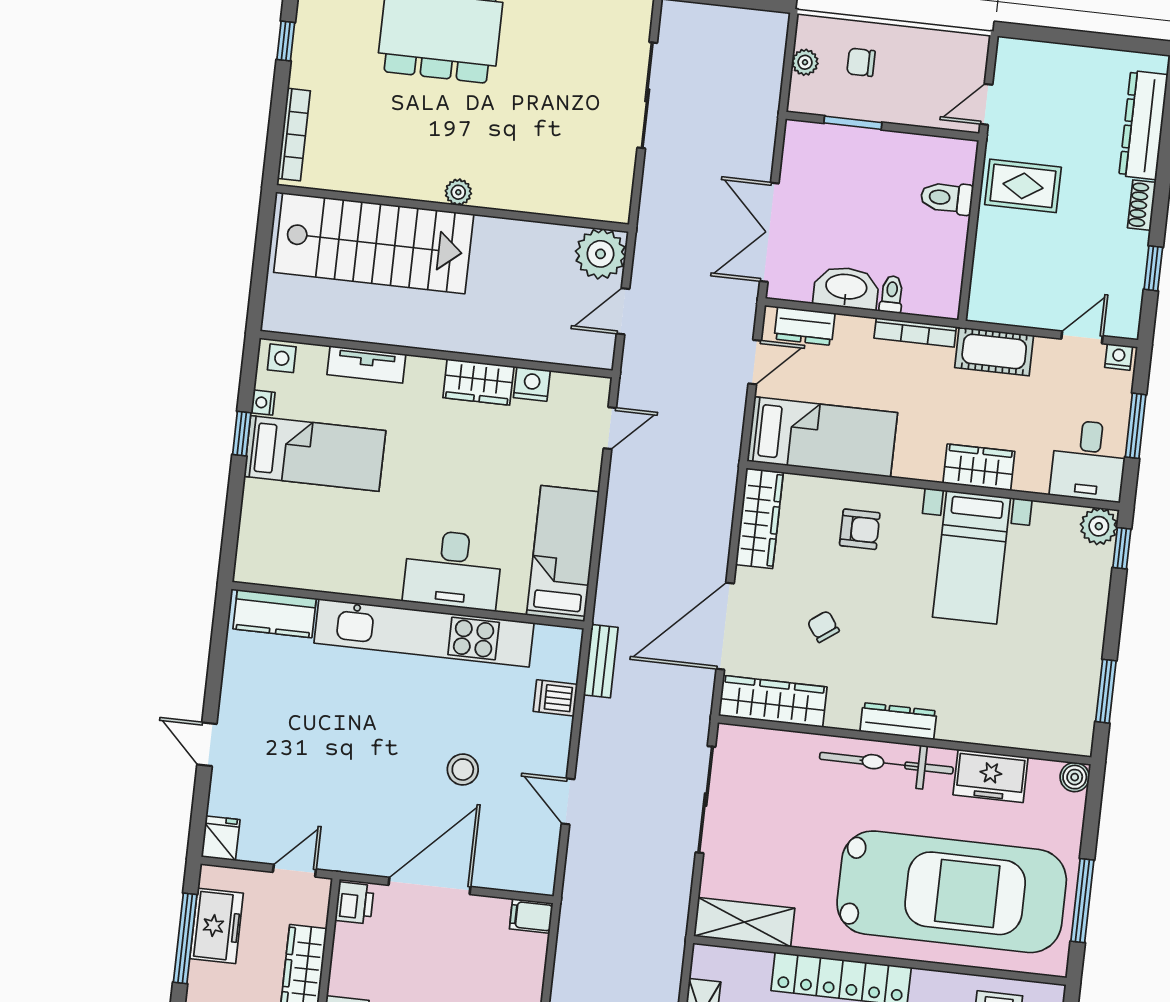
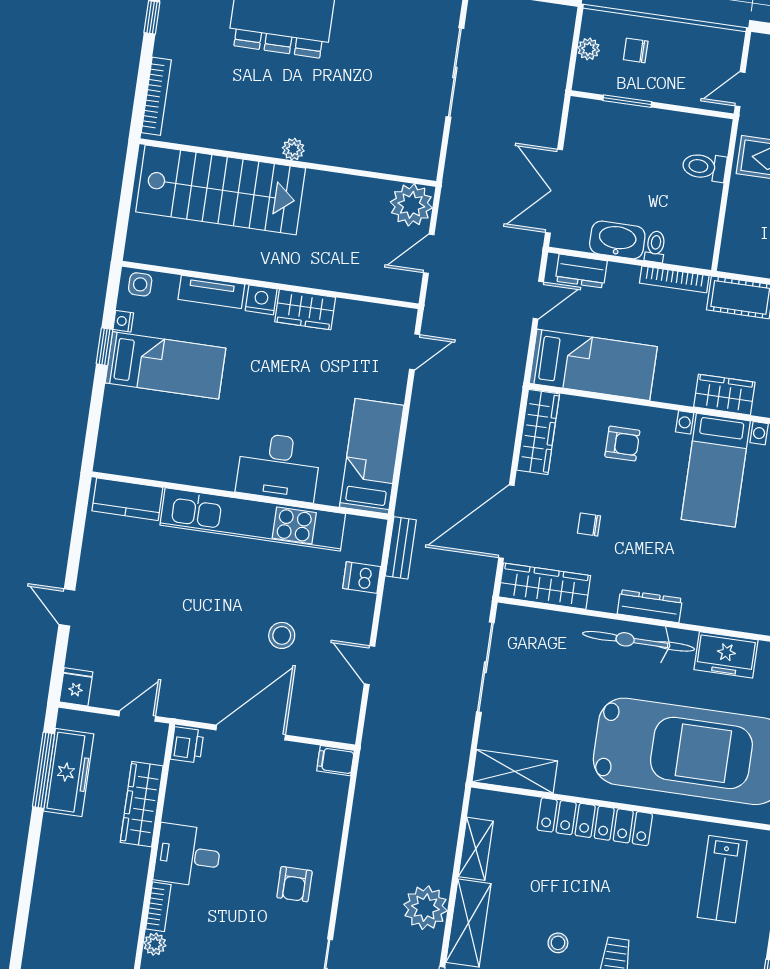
nightstand: (532, 384) -> (261, 300), moved
chair: (823, 627) -> (589, 525), turned -54
freezer: (217, 926) -> (69, 772), width x1.40

